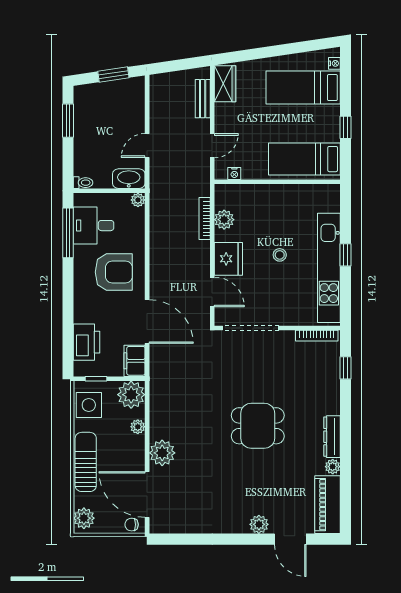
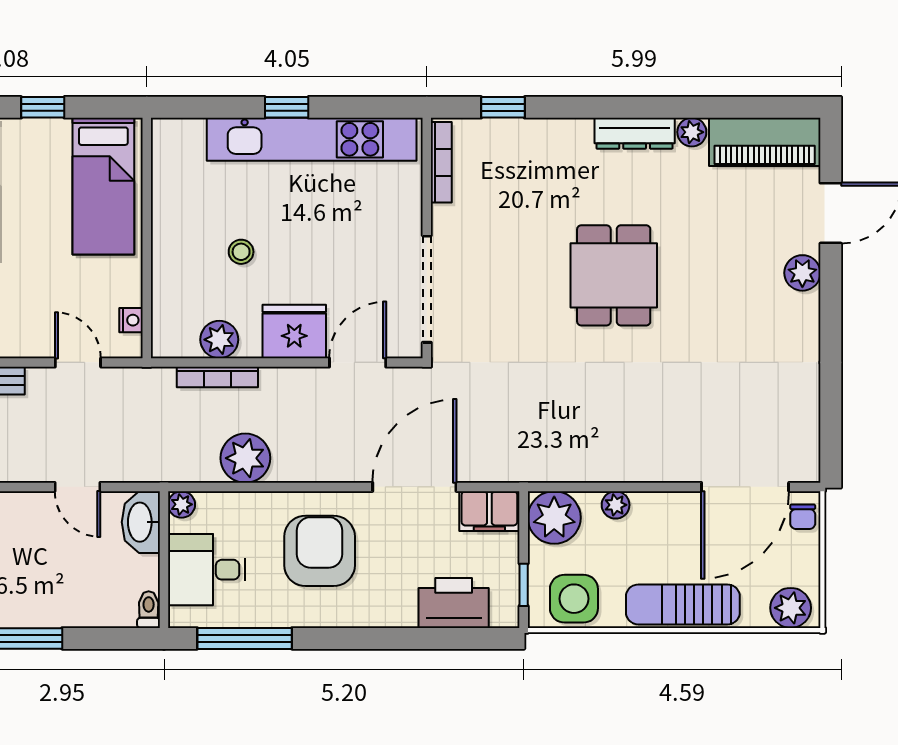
desk: (94, 226) -> (207, 570), moved, turned 90
stool: (280, 255) -> (241, 252), moved
plant: (162, 453) -> (245, 458), moved

